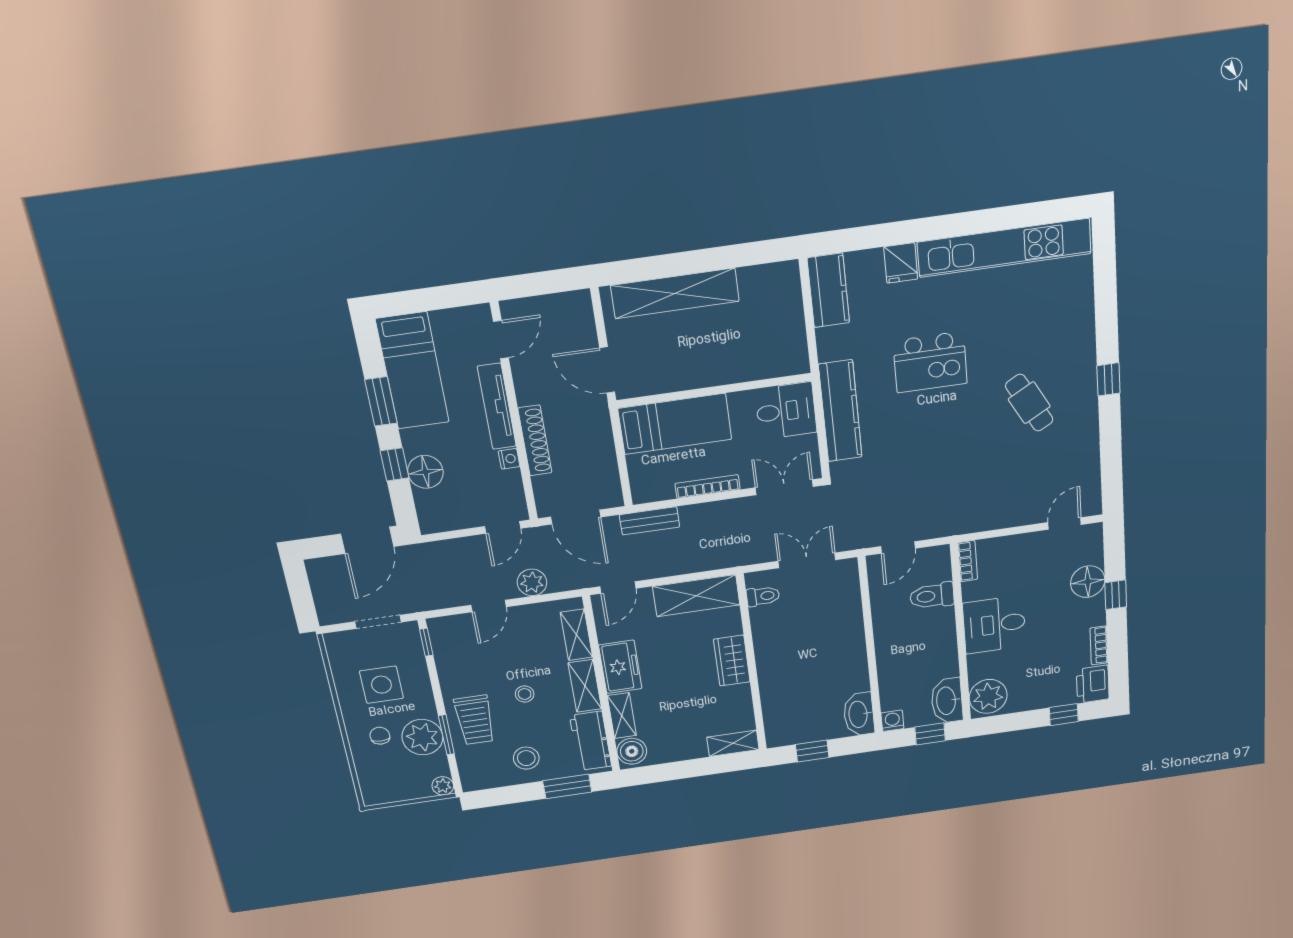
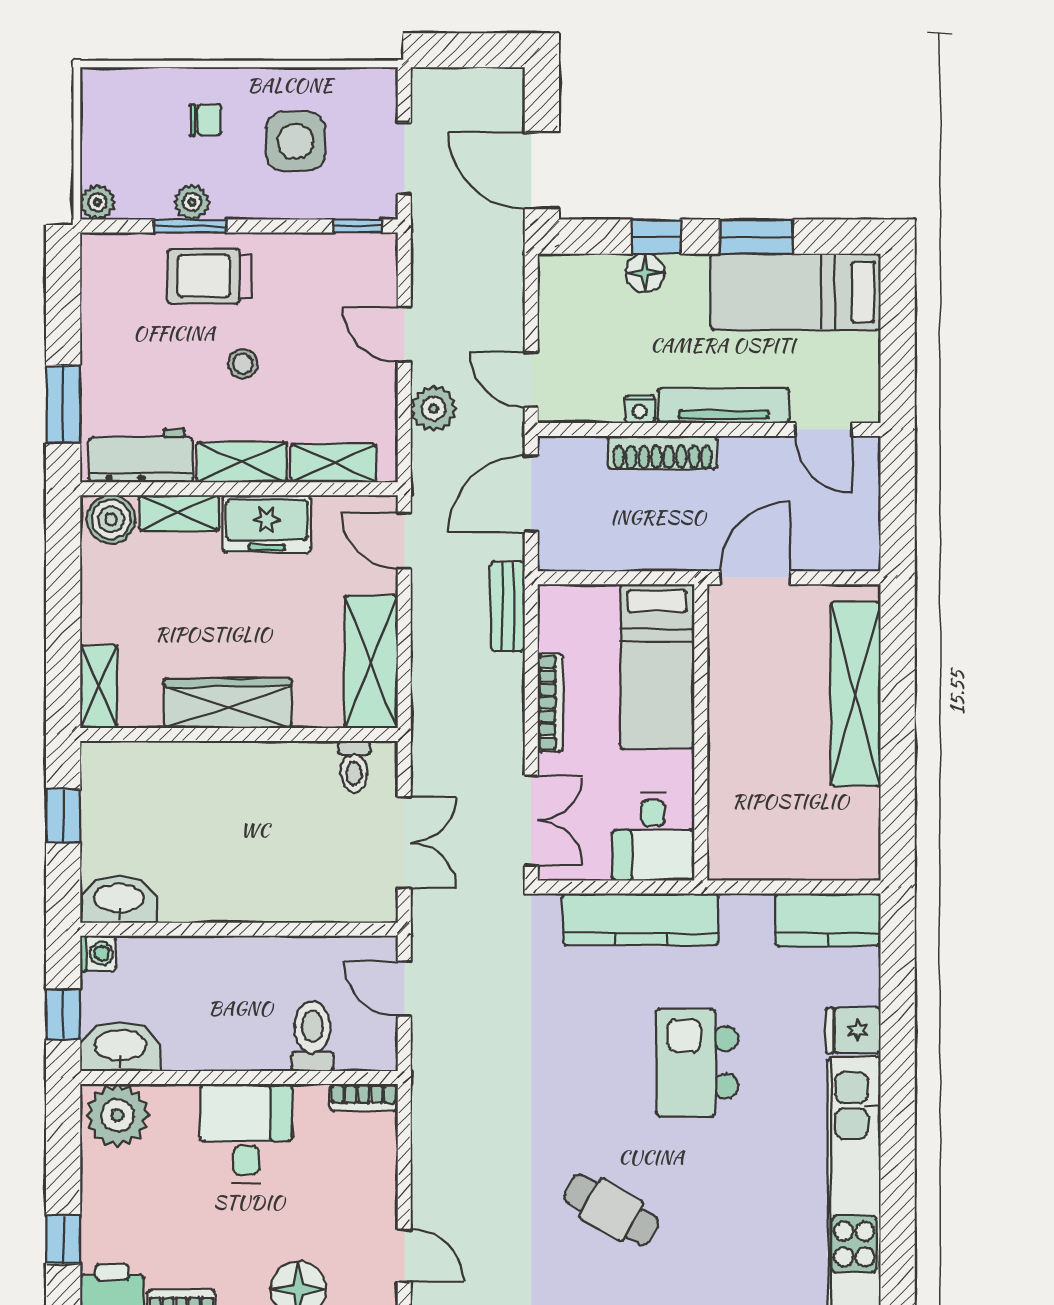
cafe table: (1029, 403) -> (611, 1210), turned 59
floor lamp: (425, 472) -> (645, 273), width x0.73, depth x0.73
wardrobe: (732, 661) -> (228, 703), width x1.50
plant: (422, 737) -> (192, 202), width x0.53, depth x0.53
stool: (526, 758) -> (127, 346), removed

